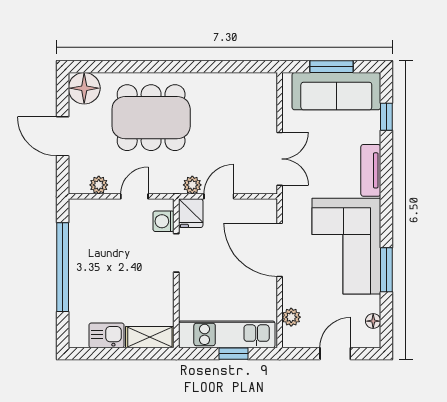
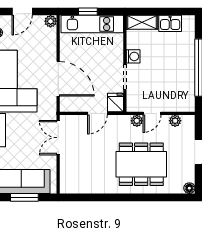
floor lamp: (84, 88) -> (189, 188), width x0.53, depth x0.53
plant: (192, 185) -> (137, 121), moved
washing machine: (164, 221) -> (133, 56), moved
plant: (291, 317) -> (51, 21), moved

